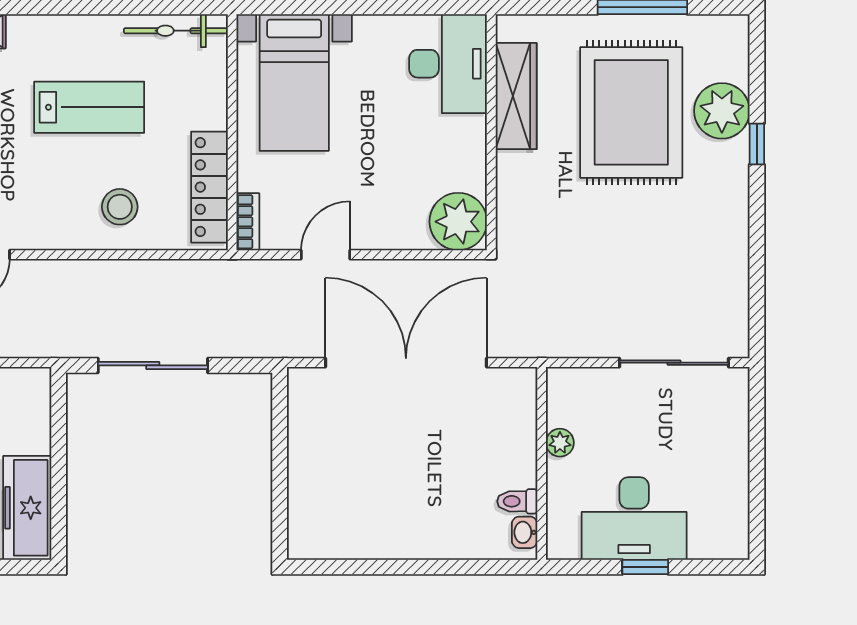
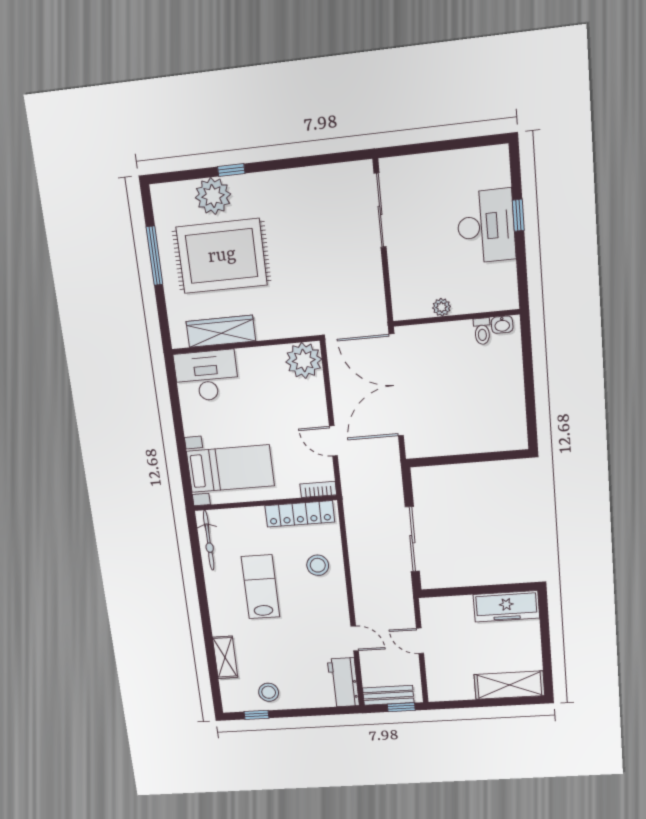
plant: (560, 443) -> (442, 307), moved
wall: (542, 463) -> (456, 318), moved
toilet: (517, 501) -> (482, 331), moved
washbasin: (525, 532) -> (502, 325), moved

